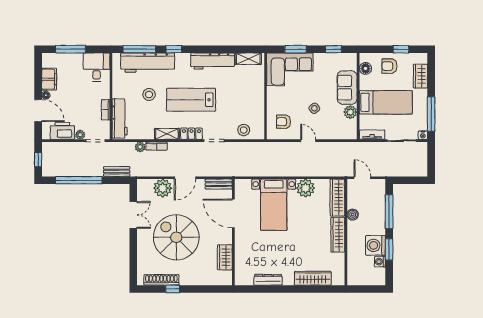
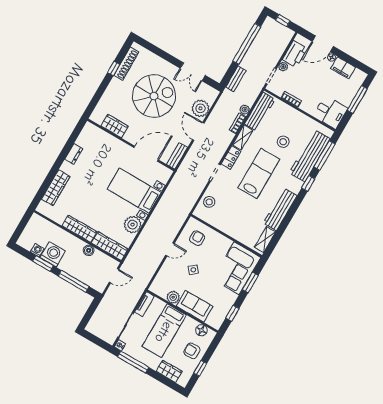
armchair: (389, 66) -> (192, 351), turned -90
workbench: (120, 119) -> (260, 112), moved, turned -90
dresser: (268, 280) -> (74, 154), width x0.70

